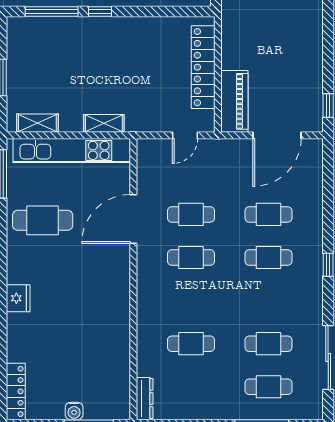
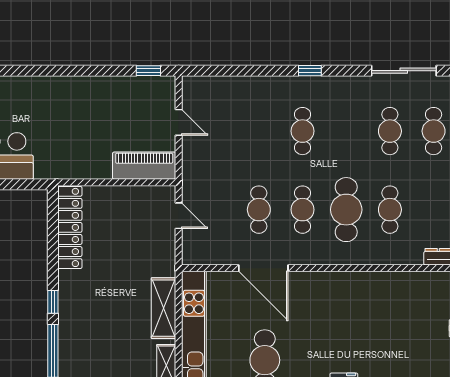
locker: (203, 67) -> (70, 227), moved, turned -90
shelving: (104, 123) -> (163, 308), width x1.50, depth x1.33
door: (277, 135) -> (179, 122), width x0.53
cafe table: (268, 214) -> (346, 210), moved, width x1.37, depth x1.35

